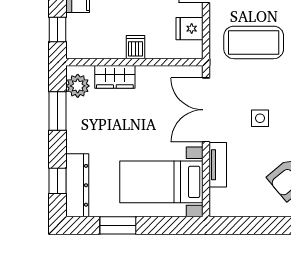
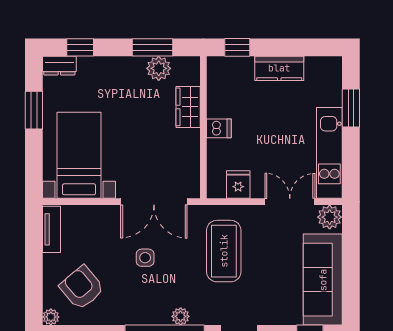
plant: (78, 86) -> (159, 68), moved
double door: (206, 110) -> (154, 202), swing flipped
tv unit: (218, 165) -> (51, 229), moved, turned -90
dresser: (77, 185) -> (59, 66), width x0.51, depth x0.80

